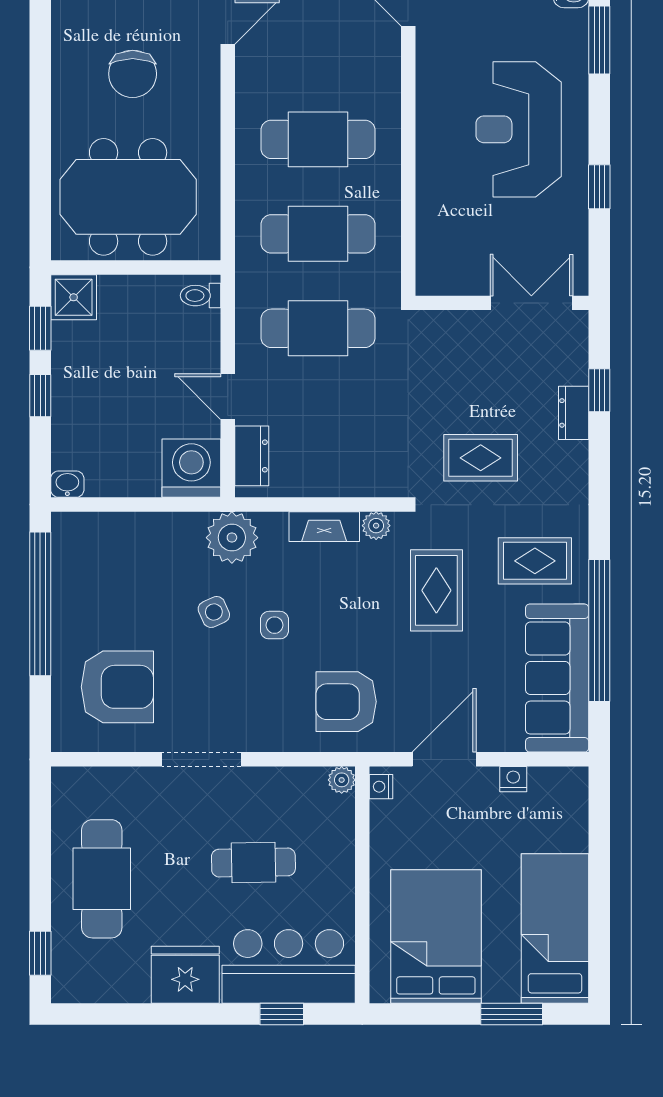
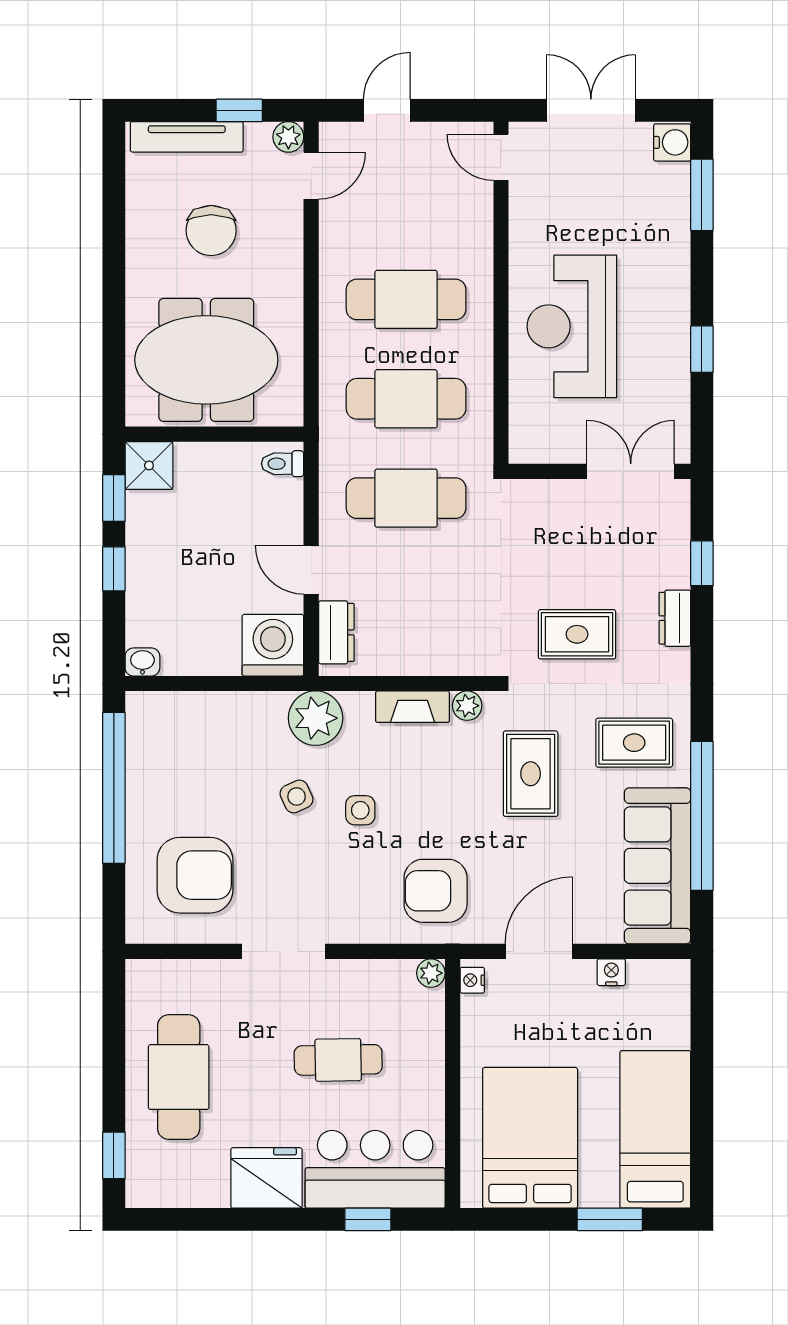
reception desk: (519, 129) -> (572, 326), moved
dresser: (574, 413) -> (675, 618), moved

